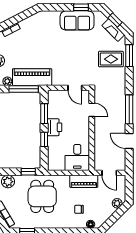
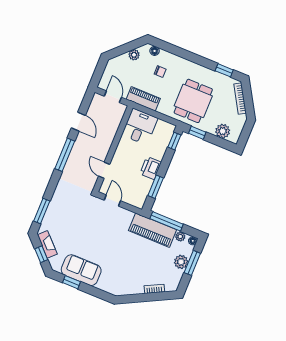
rug: (111, 59) -> (62, 215), removed
window: (44, 139) -> (174, 141), moved
plant: (117, 203) -> (134, 55), moved

